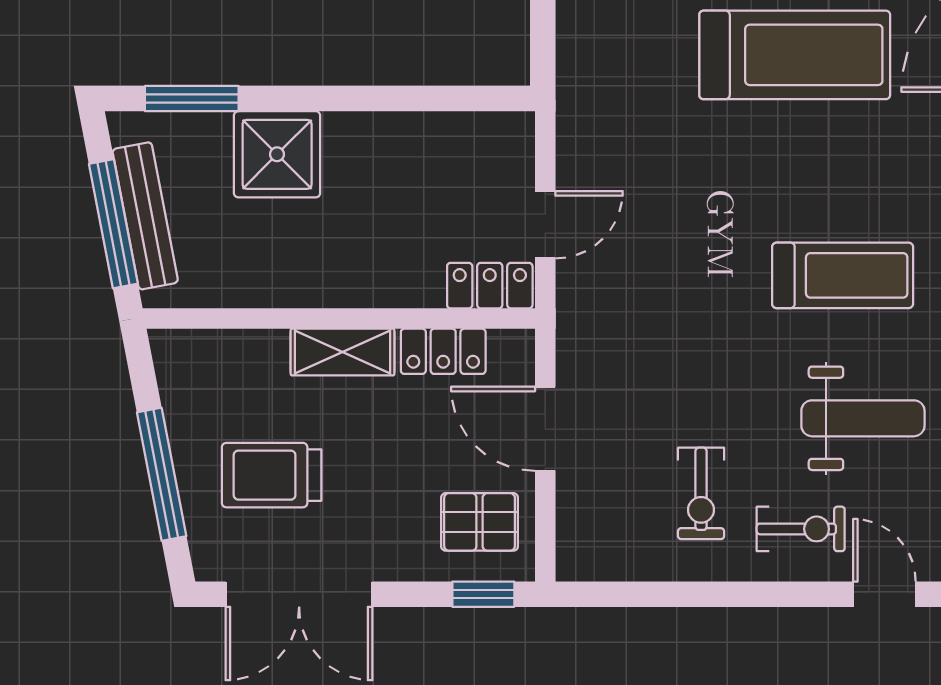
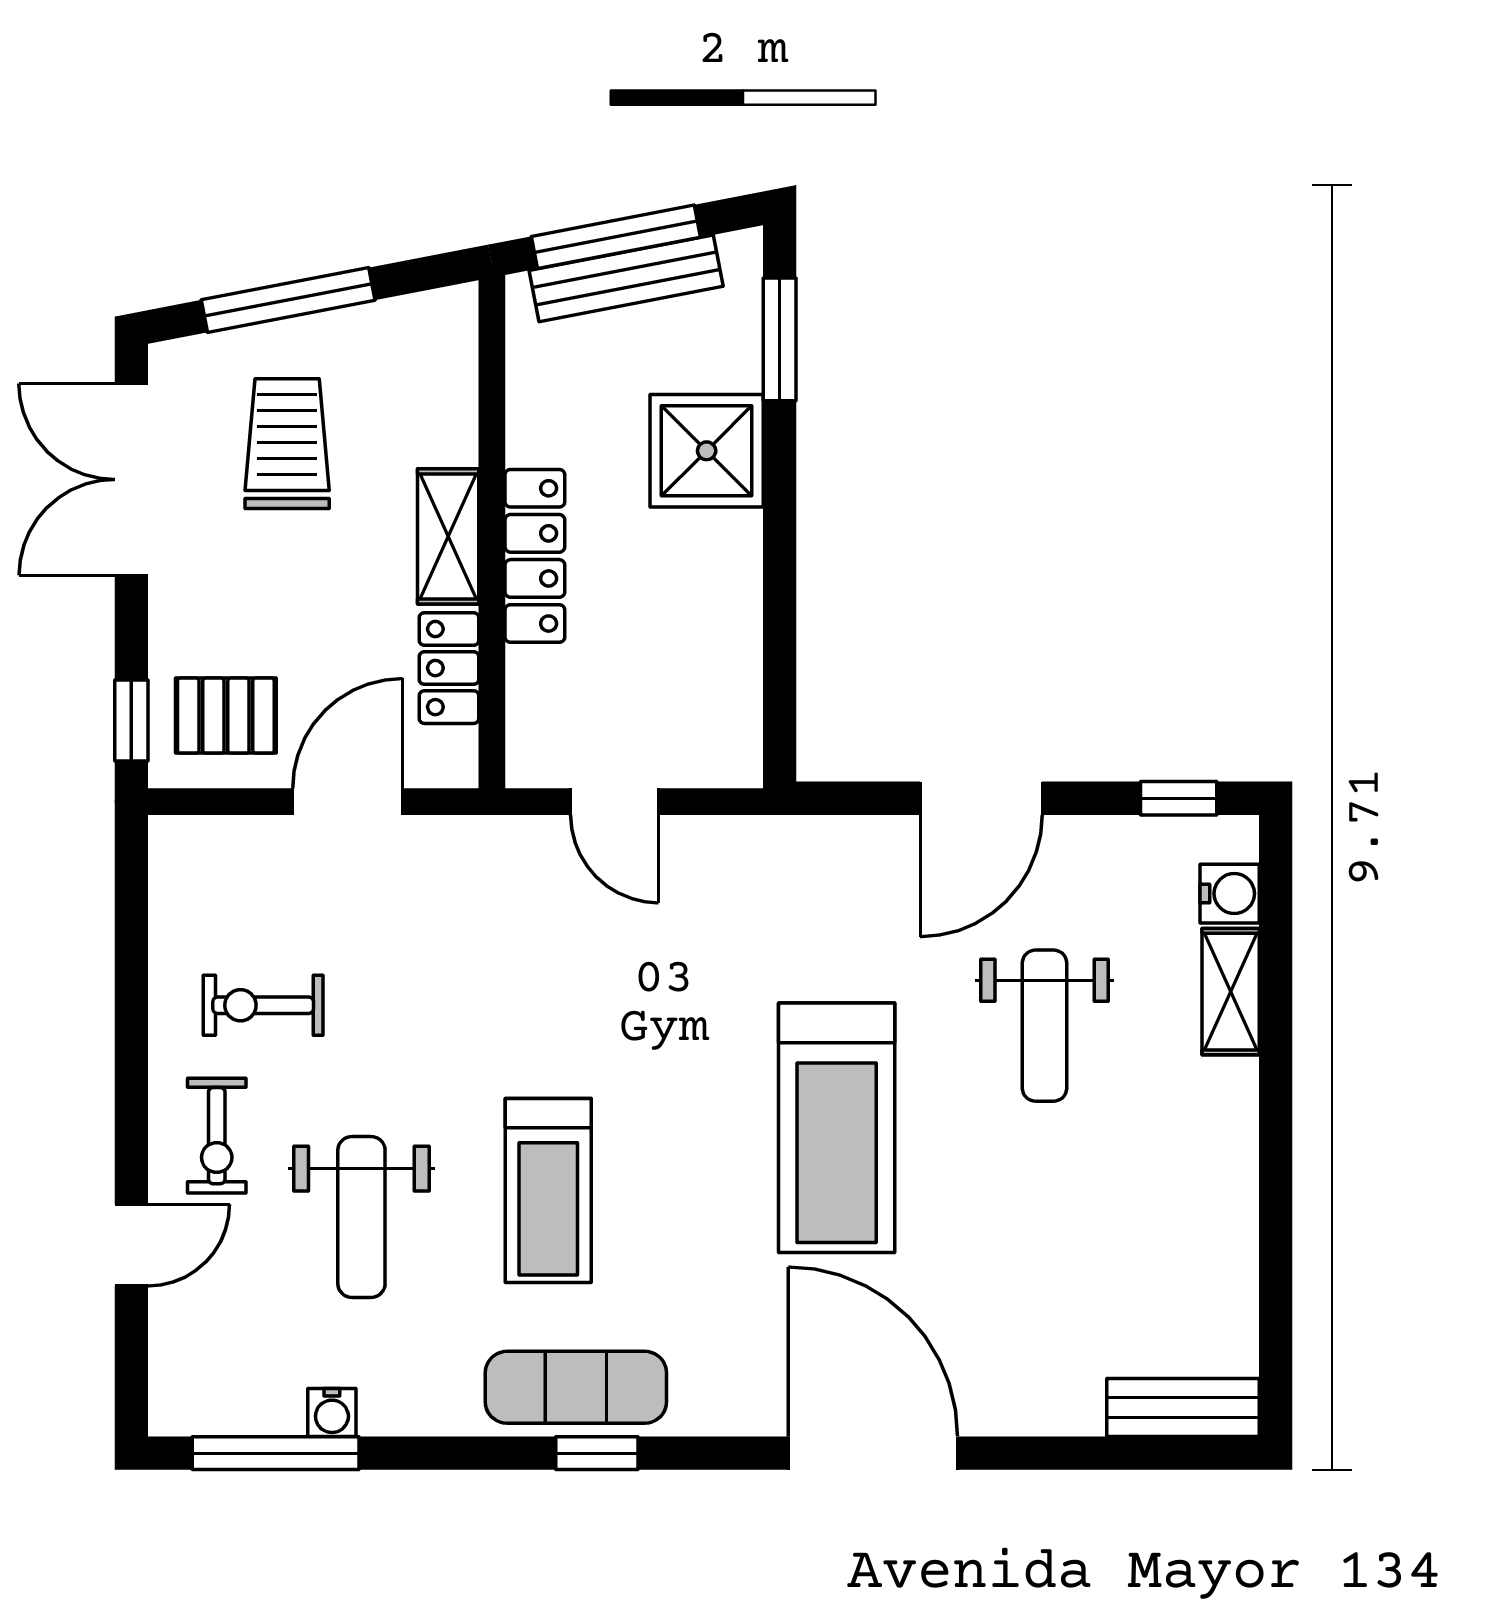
locker: (490, 286) -> (535, 556), moved, width x1.53
pallet: (480, 522) -> (226, 716), turned 90

